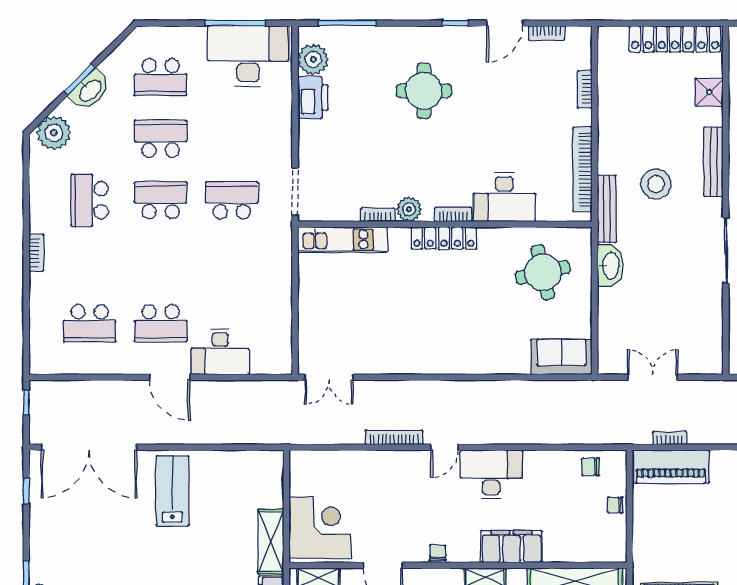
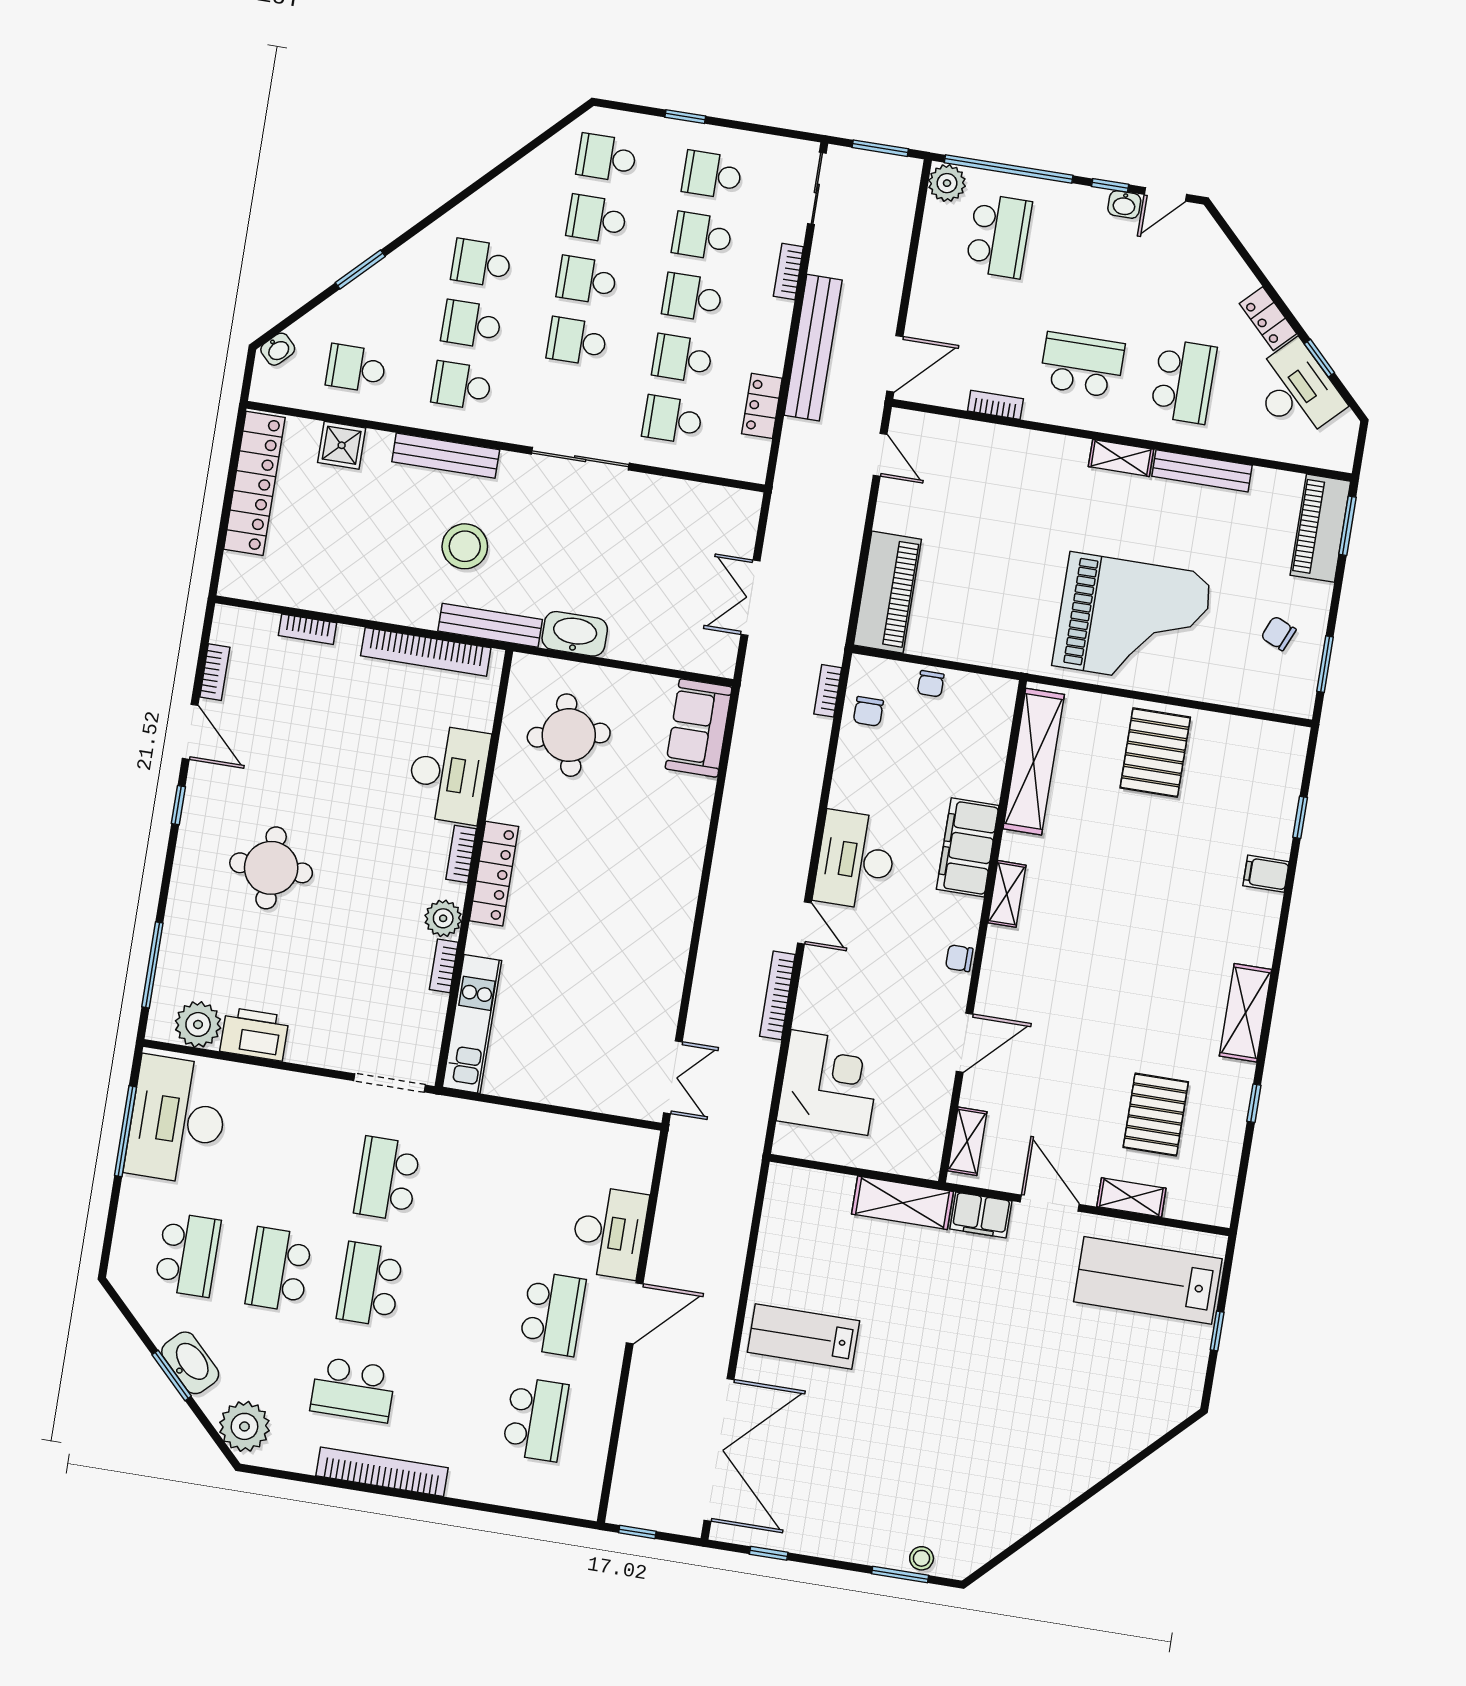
bookcase: (36, 253) -> (382, 1472), width x2.31, depth x1.31
bookcase: (670, 438) -> (828, 691), moved
corner desk: (320, 528) -> (829, 1082), moved, turned 90

